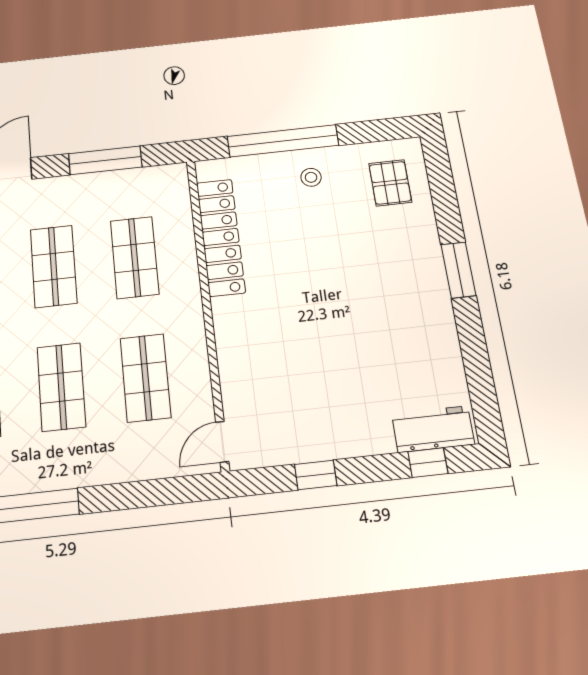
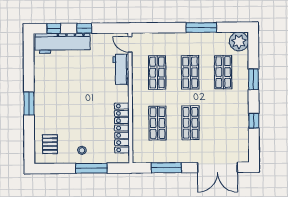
window: (283, 141) -> (91, 168), width x0.68
workbench: (239, 376) -> (121, 69), added
workbench: (433, 429) -> (63, 43), width x1.88, depth x1.32
door: (222, 442) -> (130, 44), swing flipped
window: (316, 475) -> (84, 28), moved

